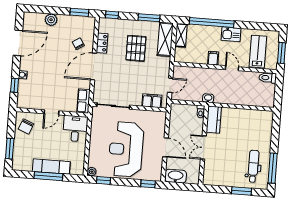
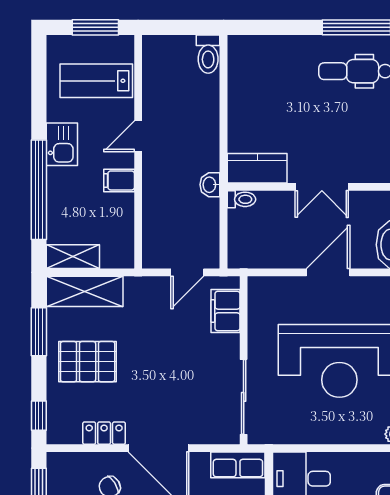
pallet: (136, 48) -> (88, 362), moved
toilet: (268, 78) -> (208, 54), moved
door: (170, 85) -> (187, 272), swing flipped

